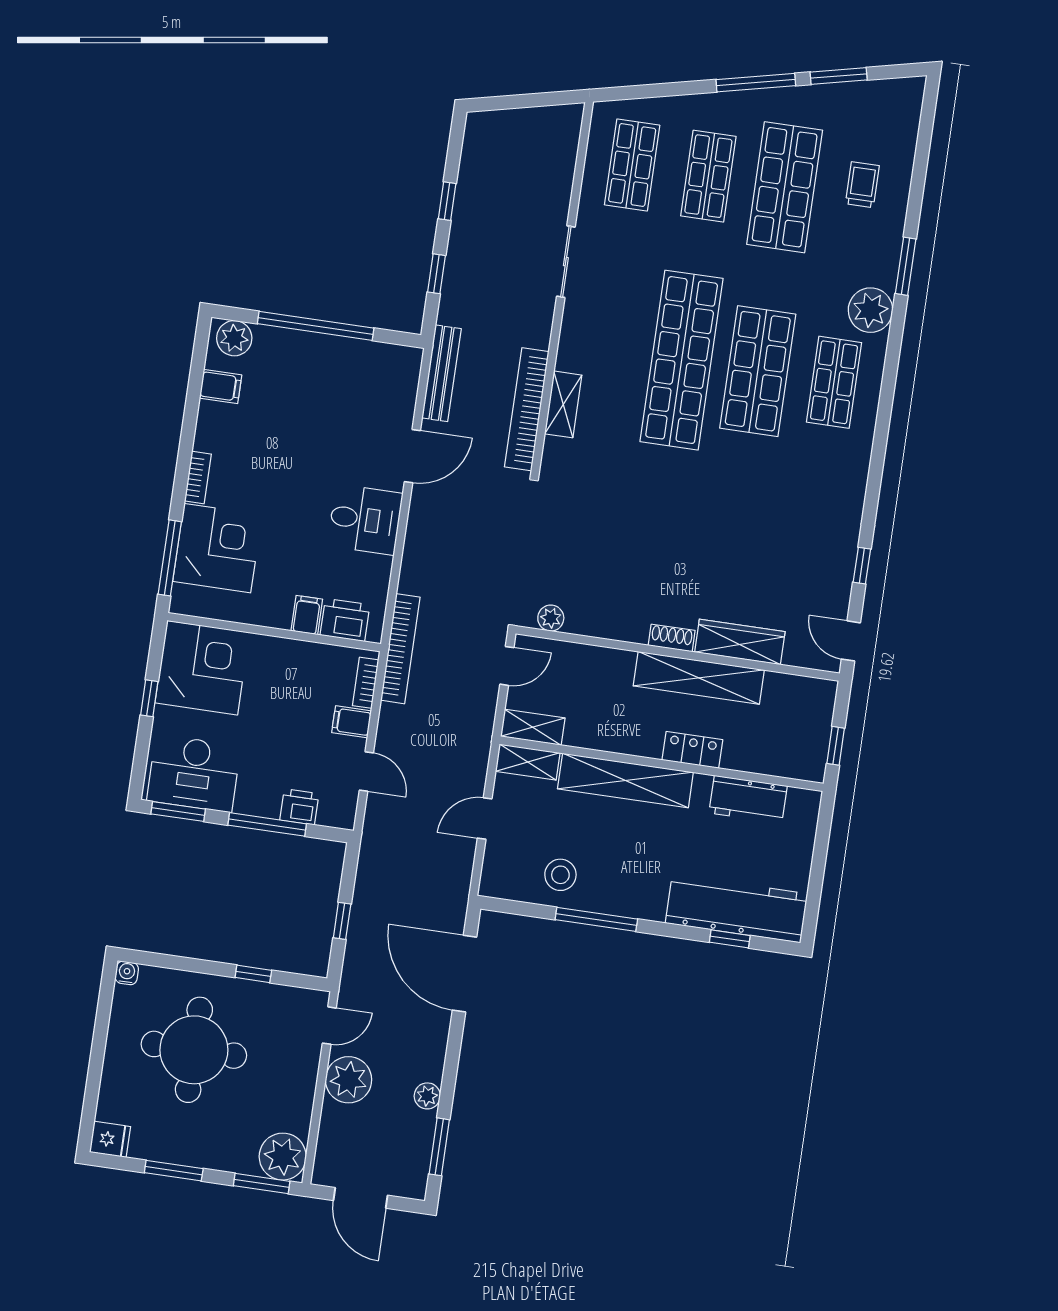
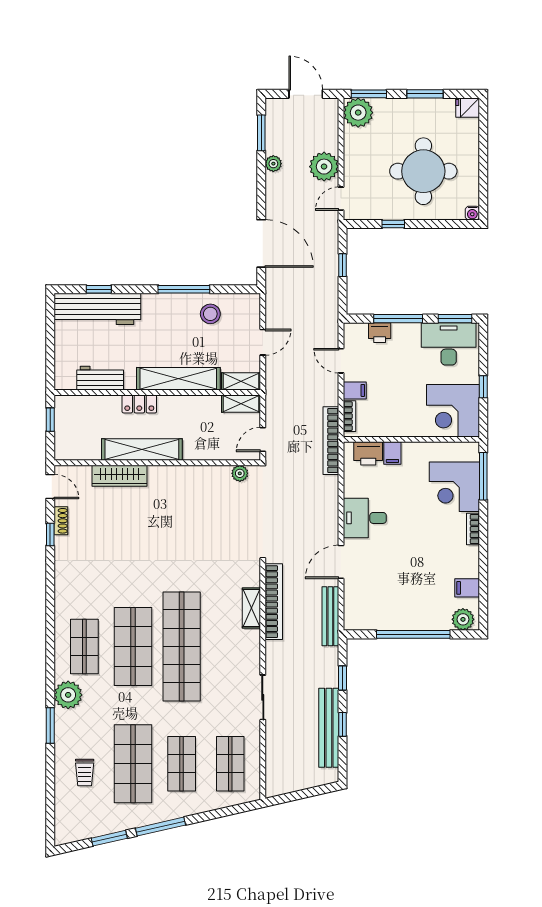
bench: (469, 199) -> (329, 728), added
shoe rack: (672, 638) -> (61, 521), moved, turned -90

